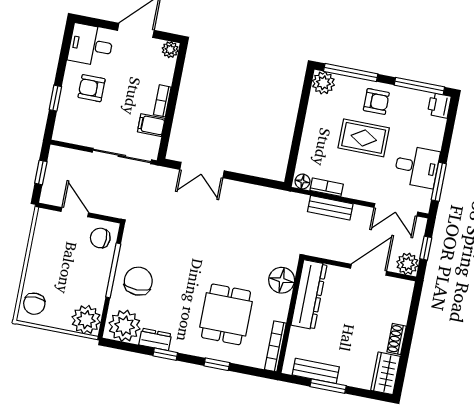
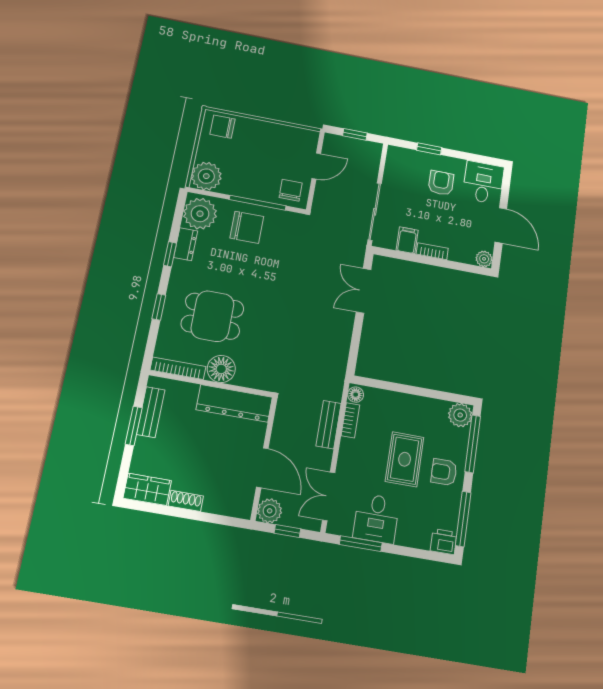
armchair: (376, 101) -> (444, 472), turned 90
floor lamp: (282, 280) -> (221, 369), moved

